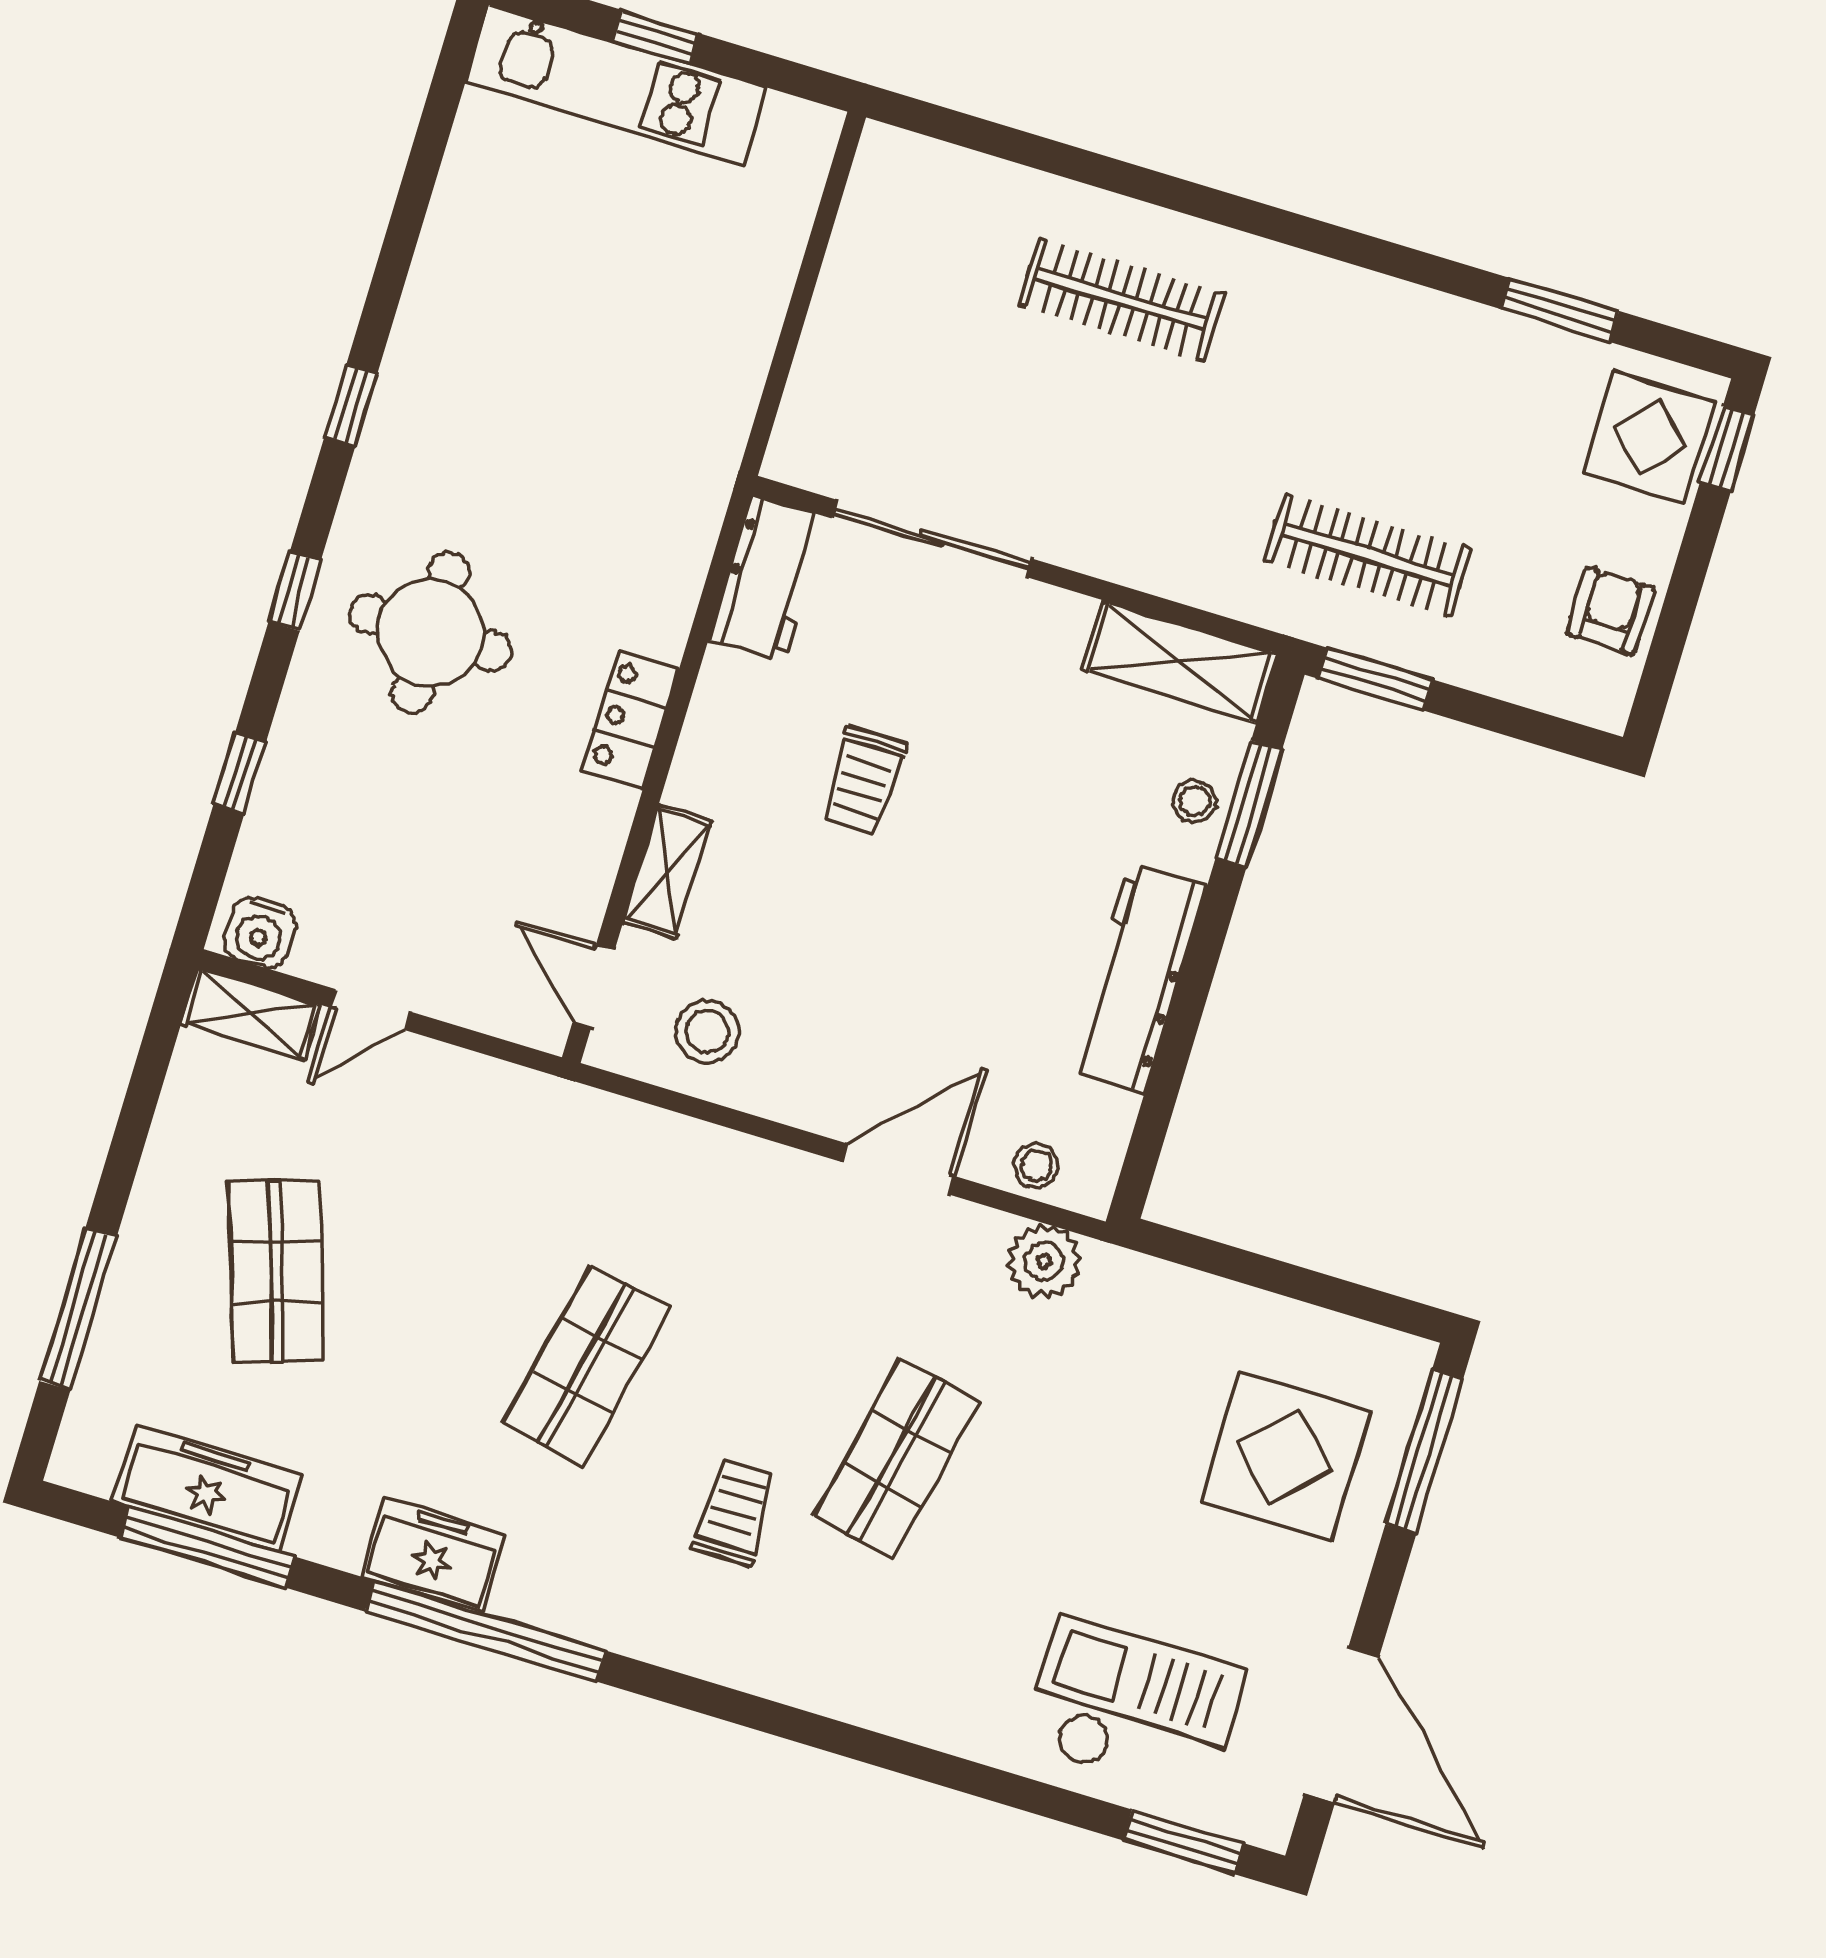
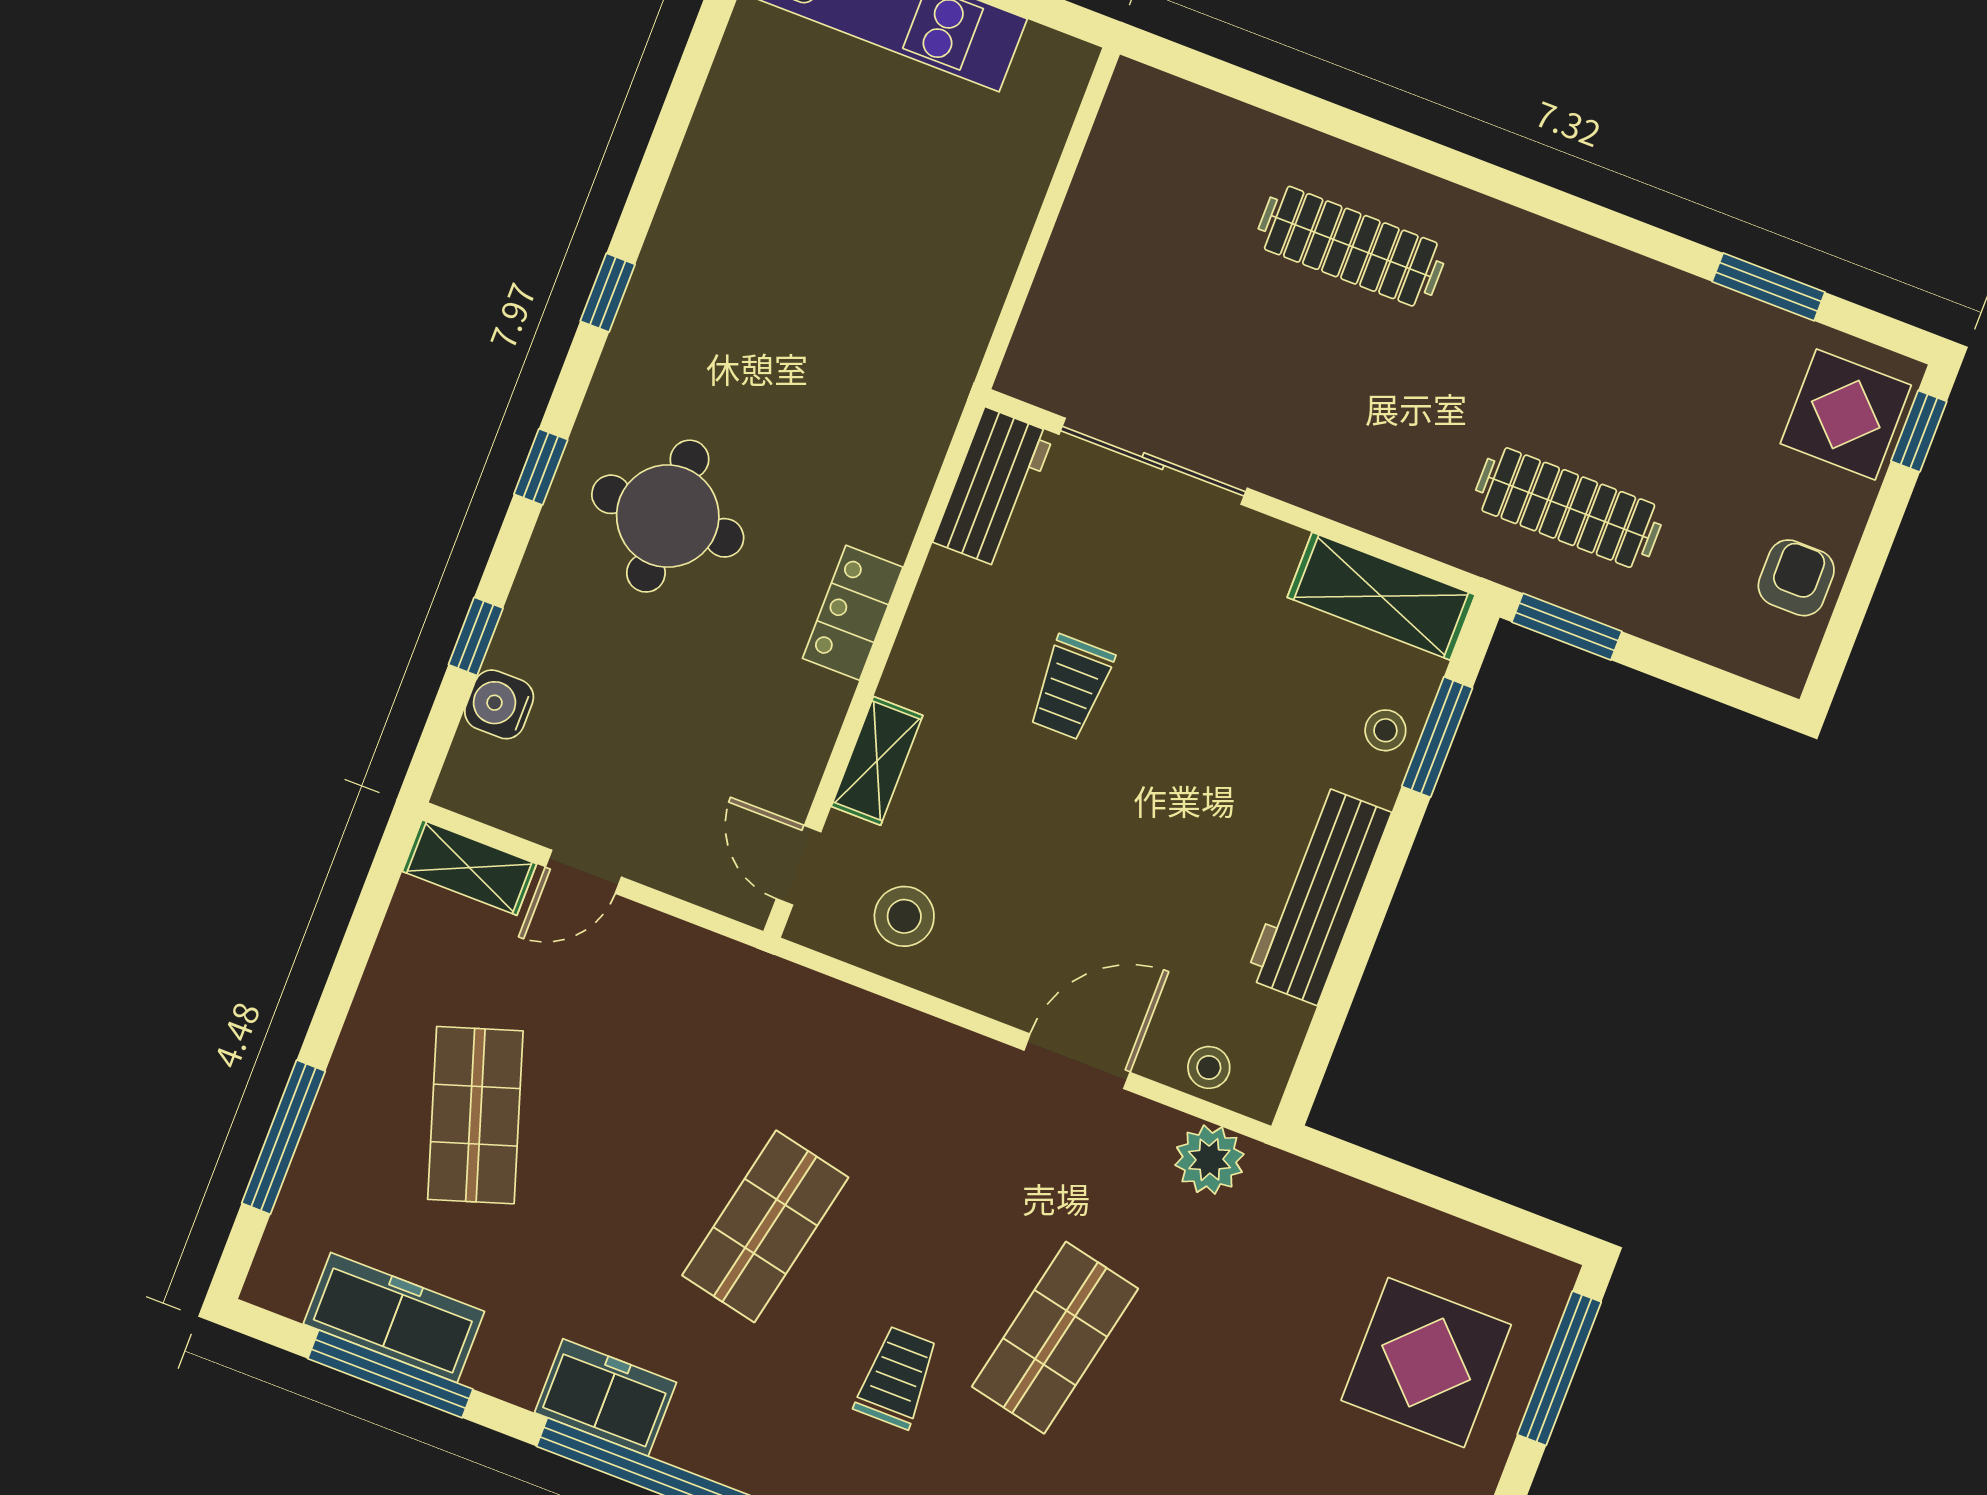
water cooler: (260, 933) -> (499, 704), moved, turned 90

